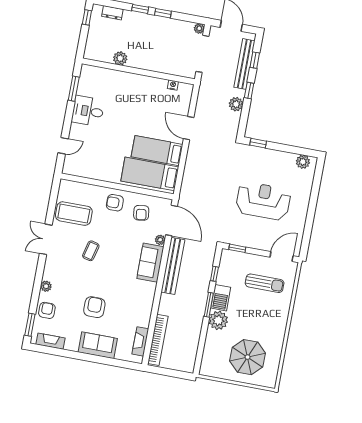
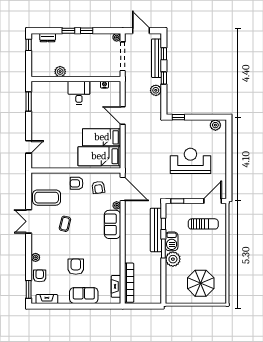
desk: (88, 111) -> (79, 93), moved, turned 90
bench: (173, 266) -> (156, 230), moved

